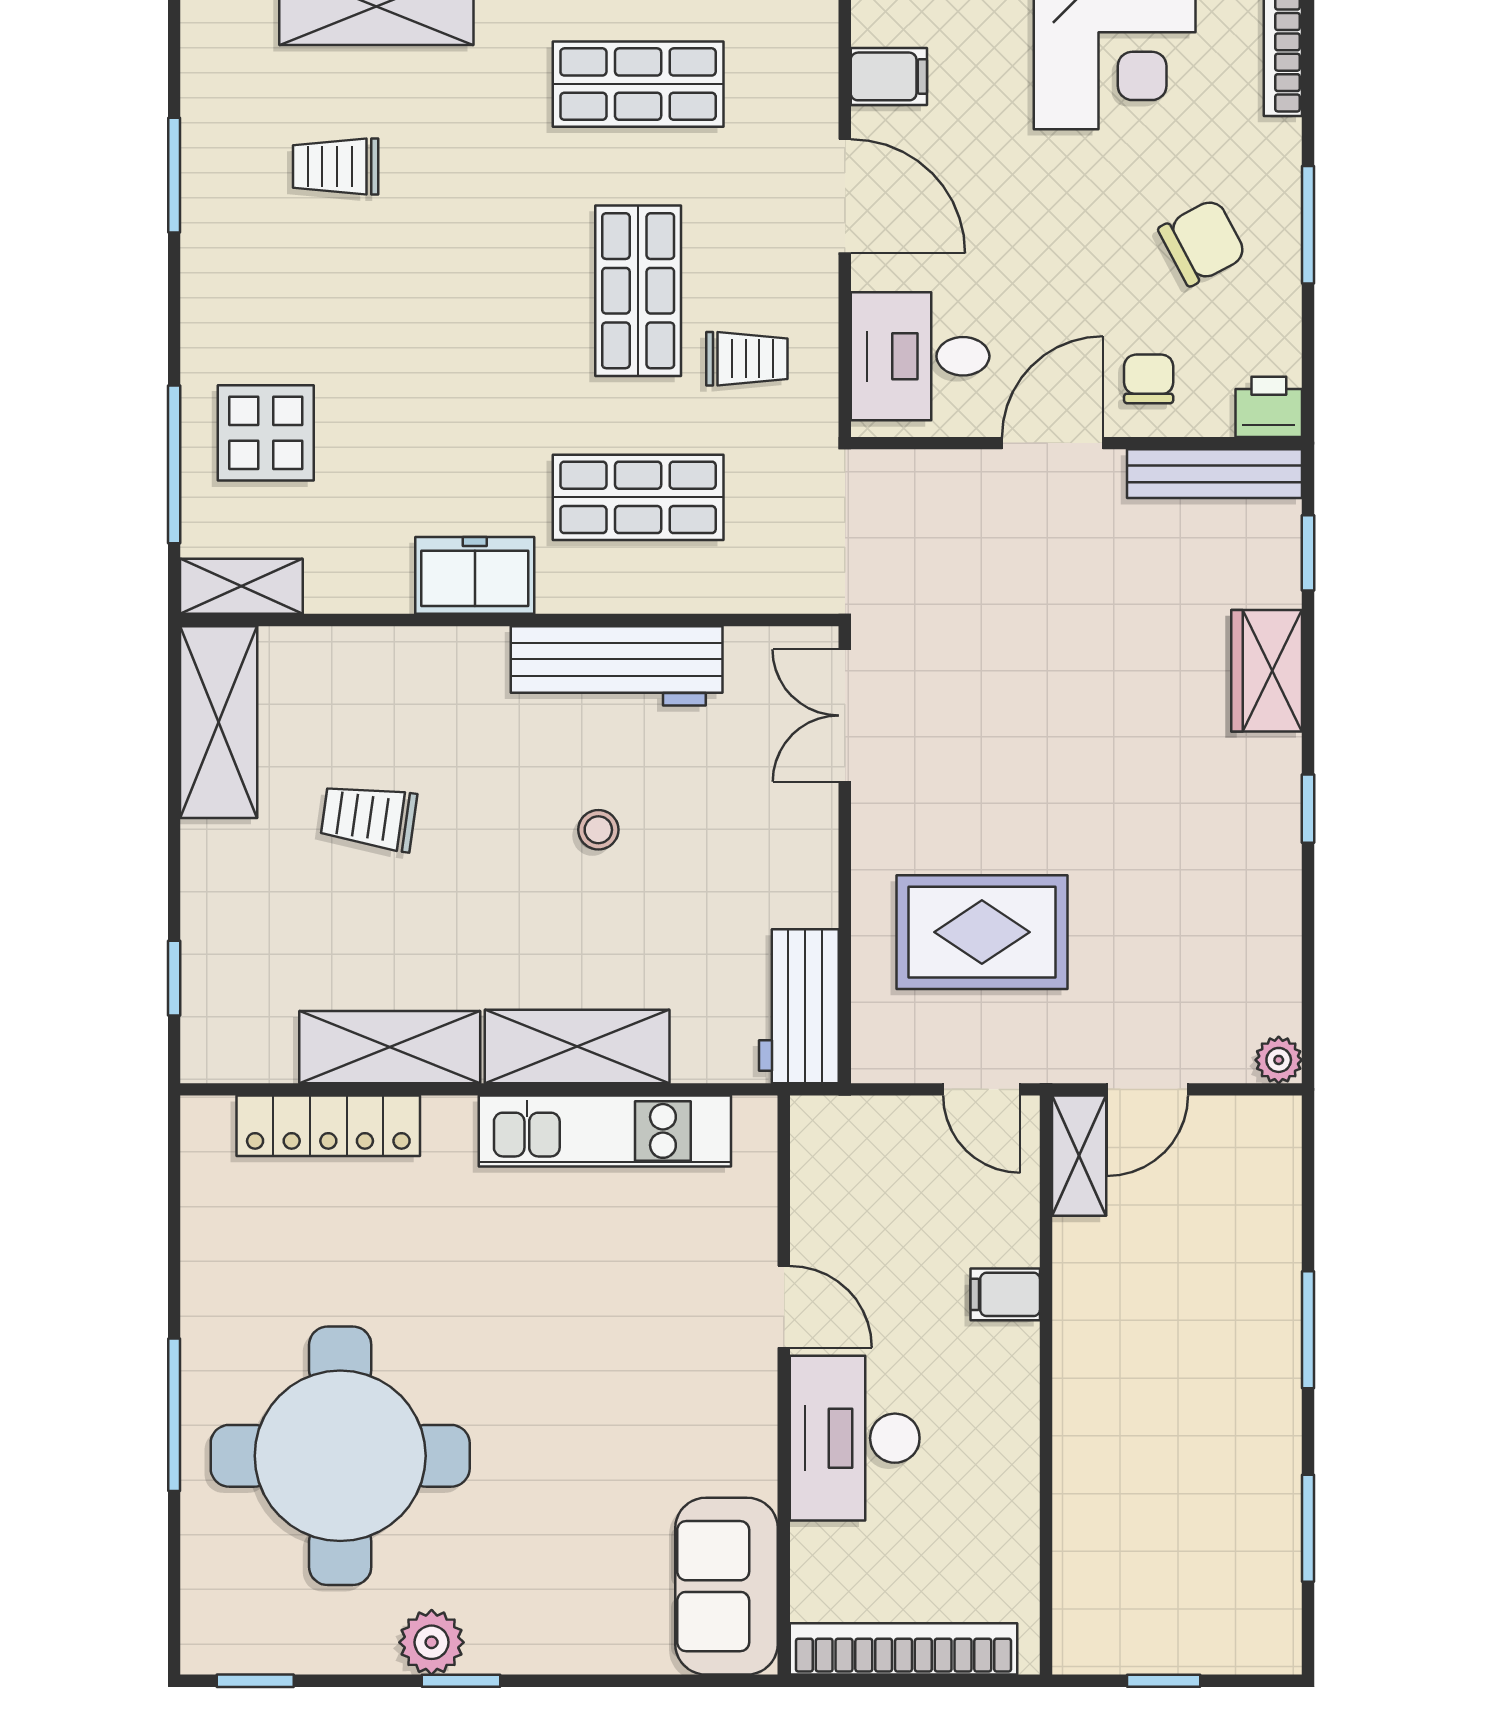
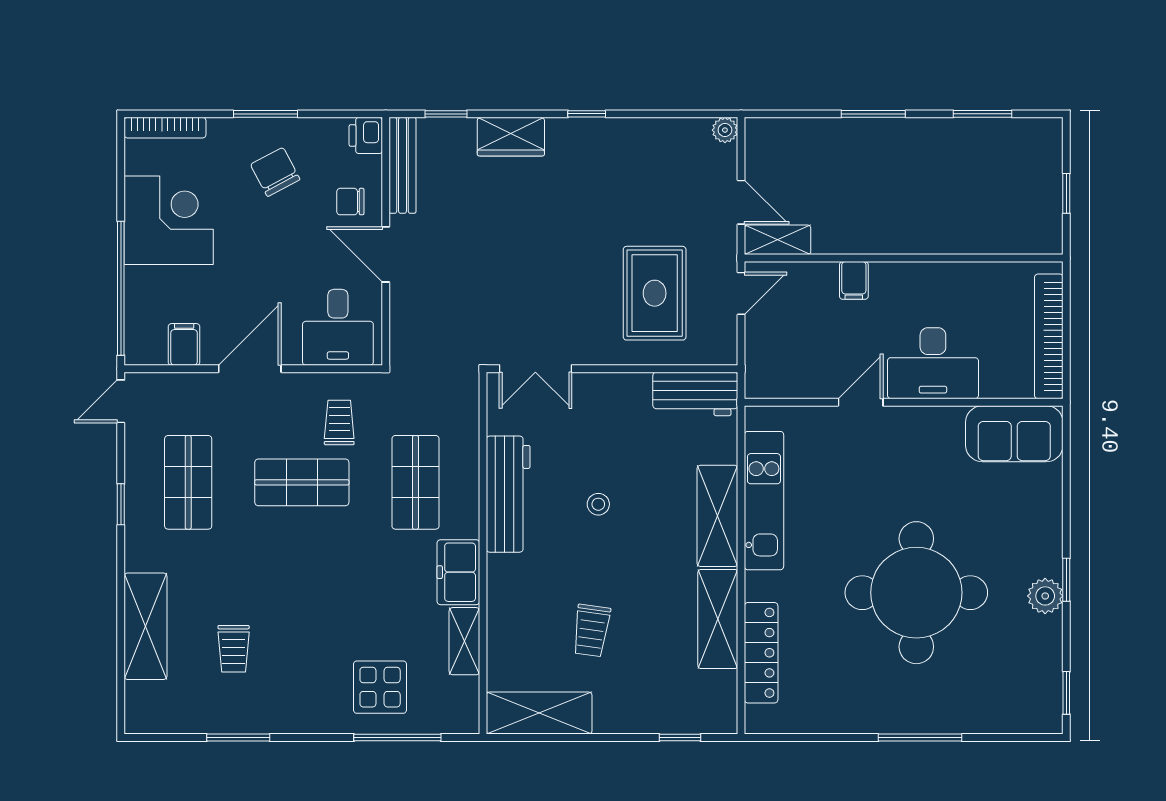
shelving: (241, 586) -> (464, 641), moved
round table: (340, 1456) -> (916, 593), moved

